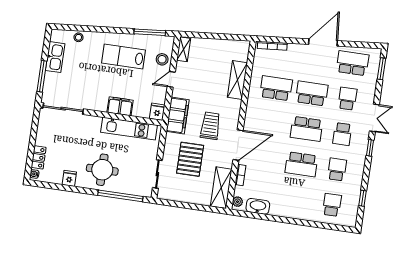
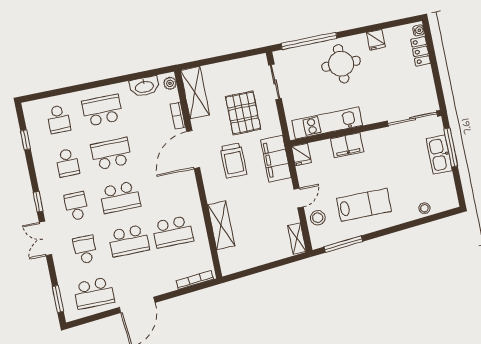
kitchen sink: (55, 57) -> (439, 155), moved
school desk: (347, 99) -> (85, 250), turned 180
school desk: (307, 129) -> (120, 197), turned 180
school desk: (296, 200) -> (102, 110), added

